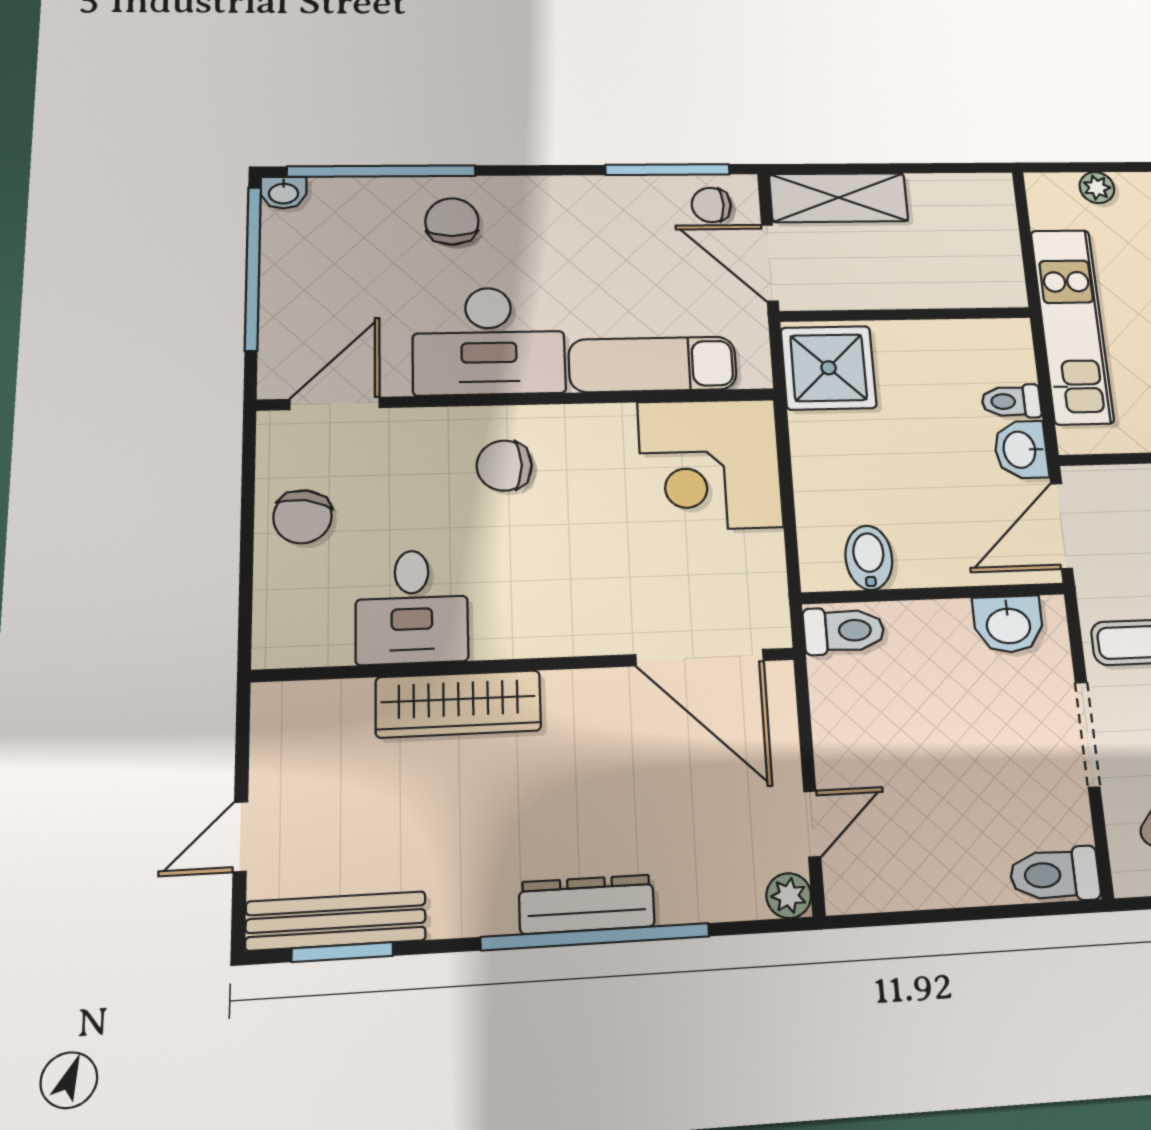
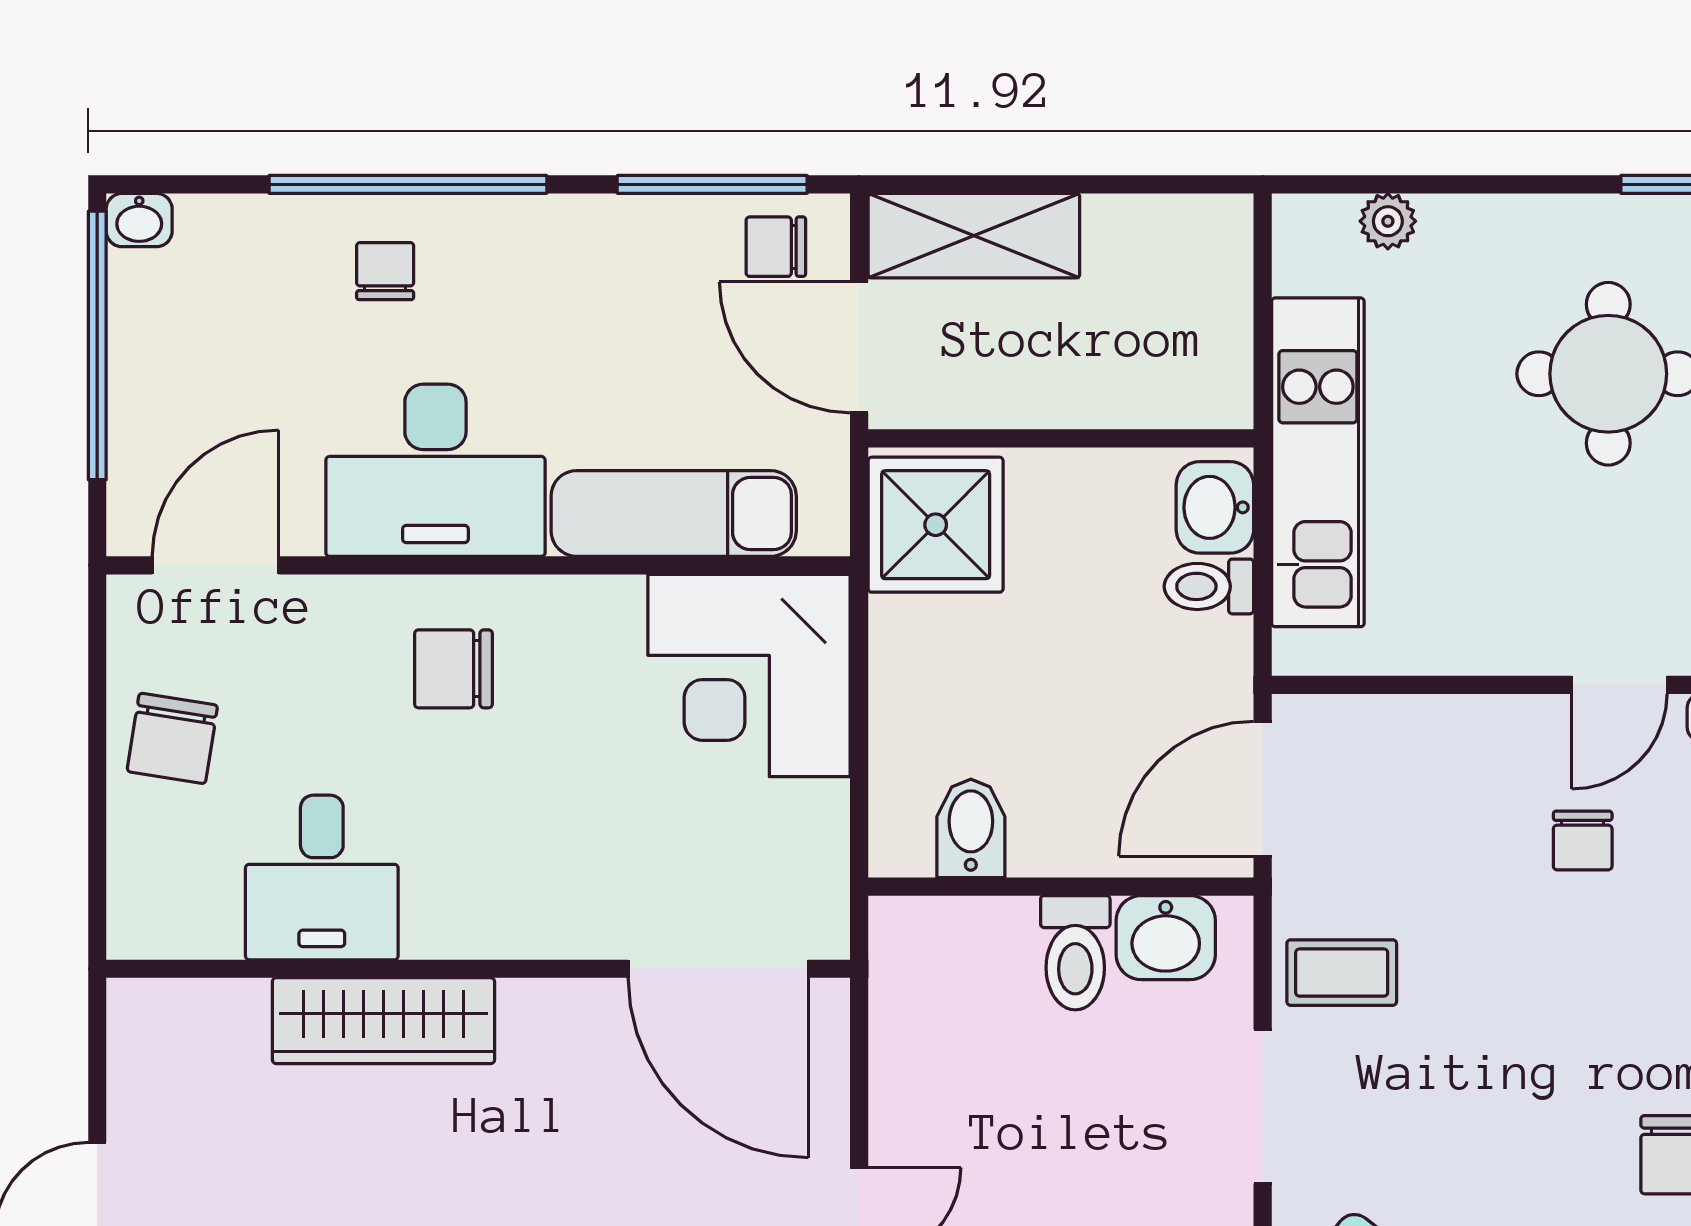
window: (382, 171) -> (408, 184), moved
chair: (452, 221) -> (385, 271), width x0.73, depth x0.73
washbasin: (1021, 450) -> (1215, 507), moved
toilet: (844, 631) -> (1075, 953), moved, turned 90

